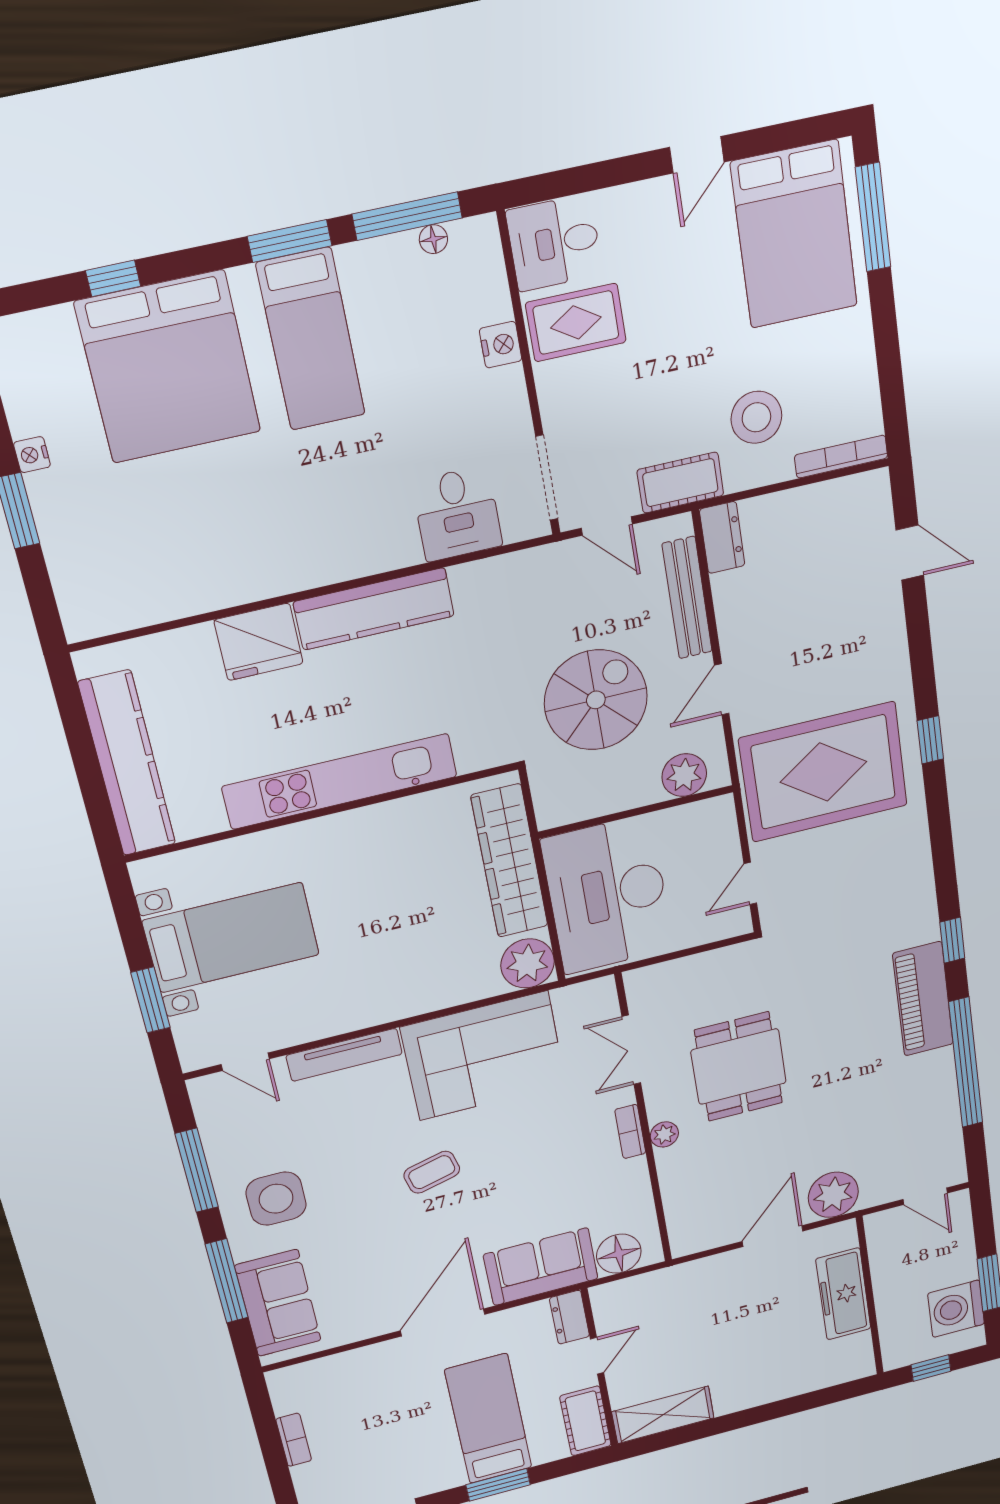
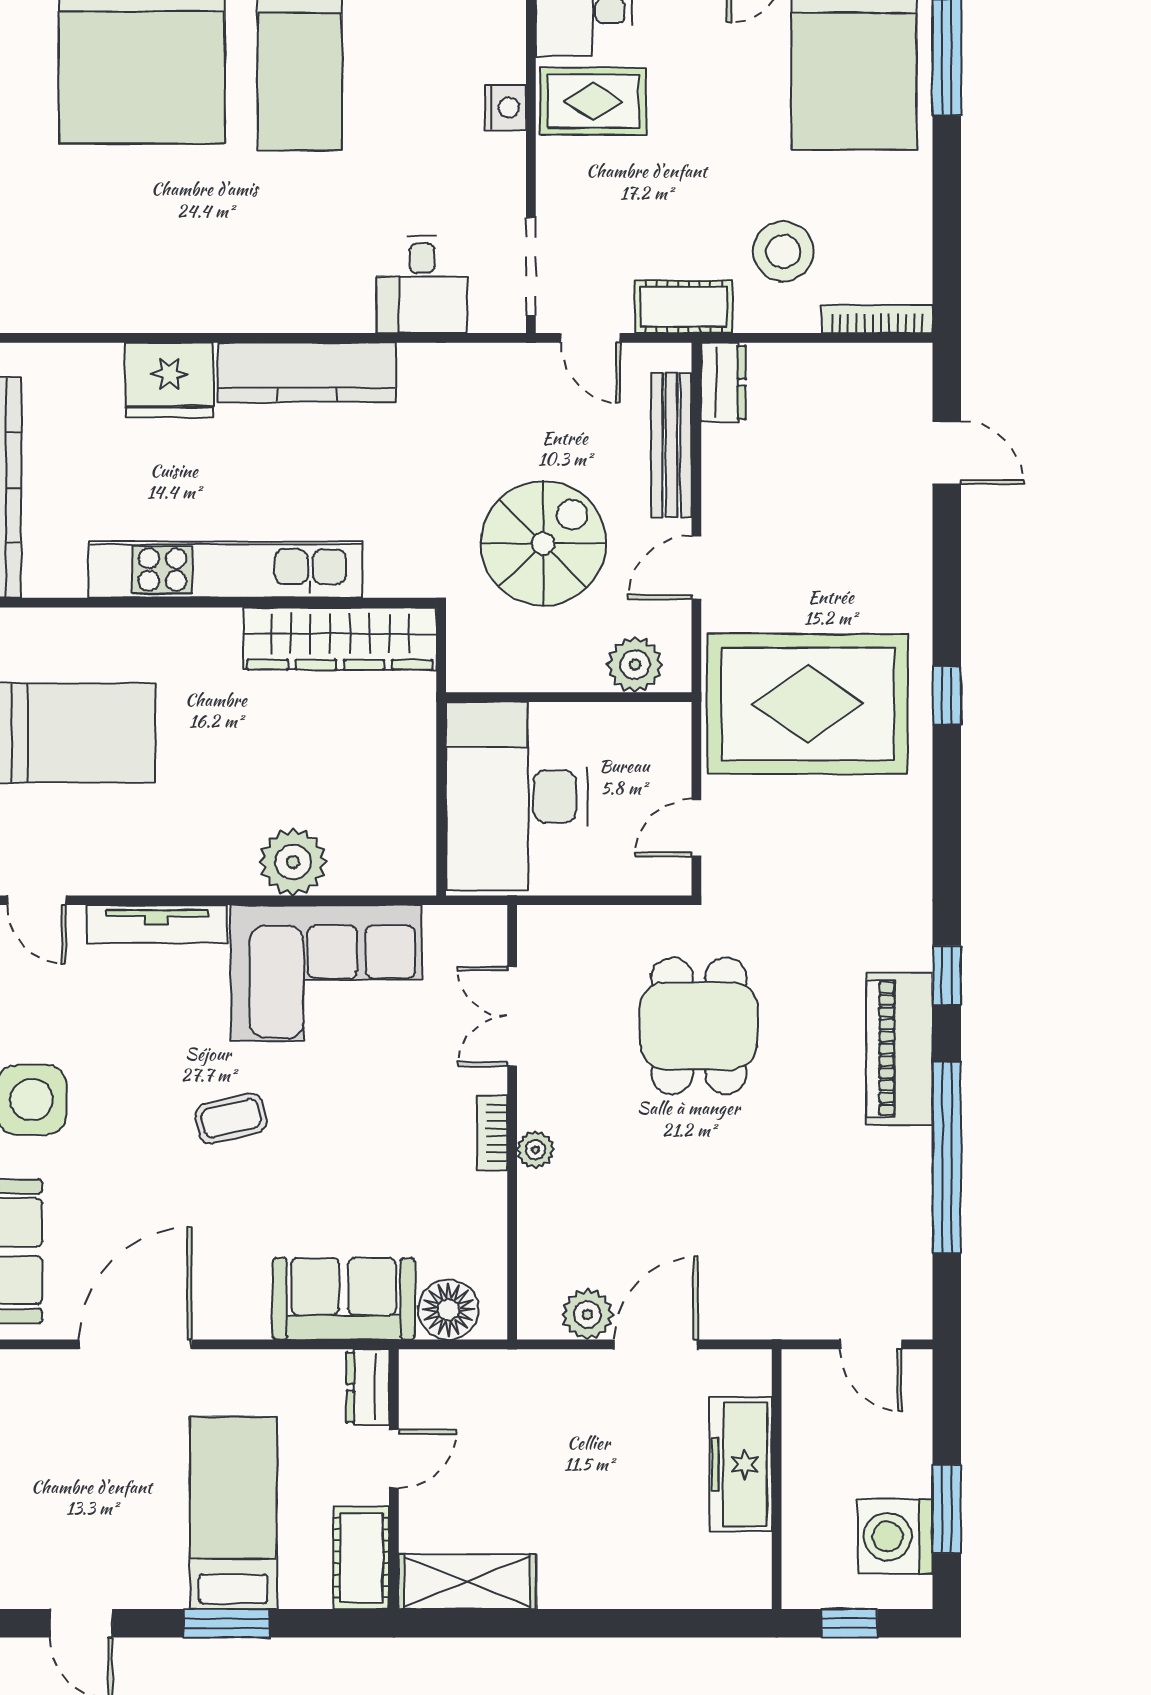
wardrobe: (510, 861) -> (340, 639), moved, turned -90
plant: (528, 963) -> (293, 862), moved
dining table: (739, 1067) -> (699, 1026), moved
plant: (833, 1195) -> (587, 1314), moved, width x0.73, depth x0.73
door: (443, 1322) -> (135, 1344), moved

